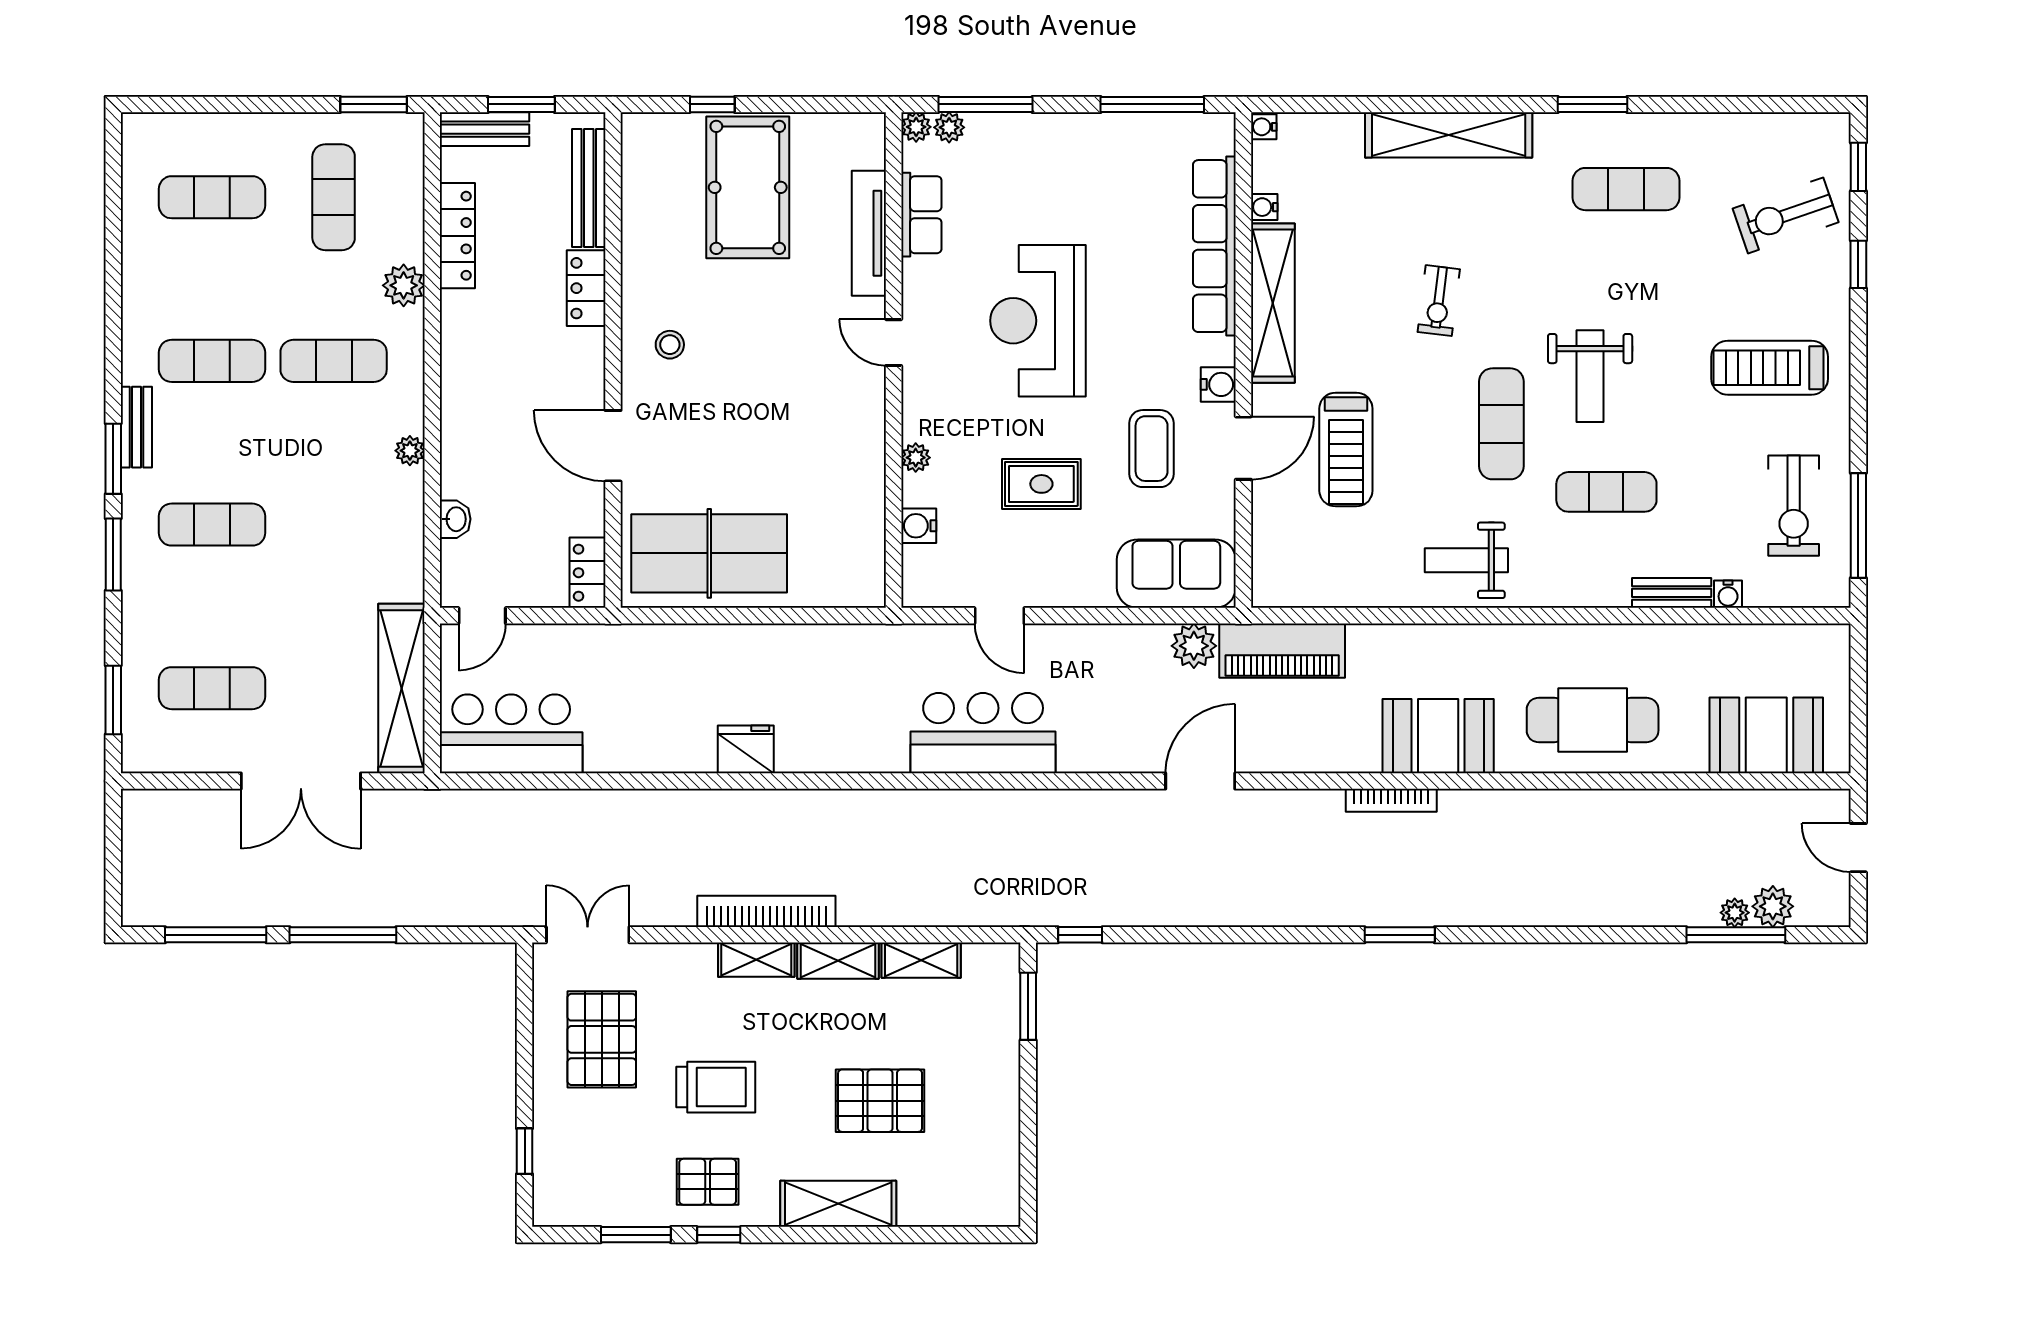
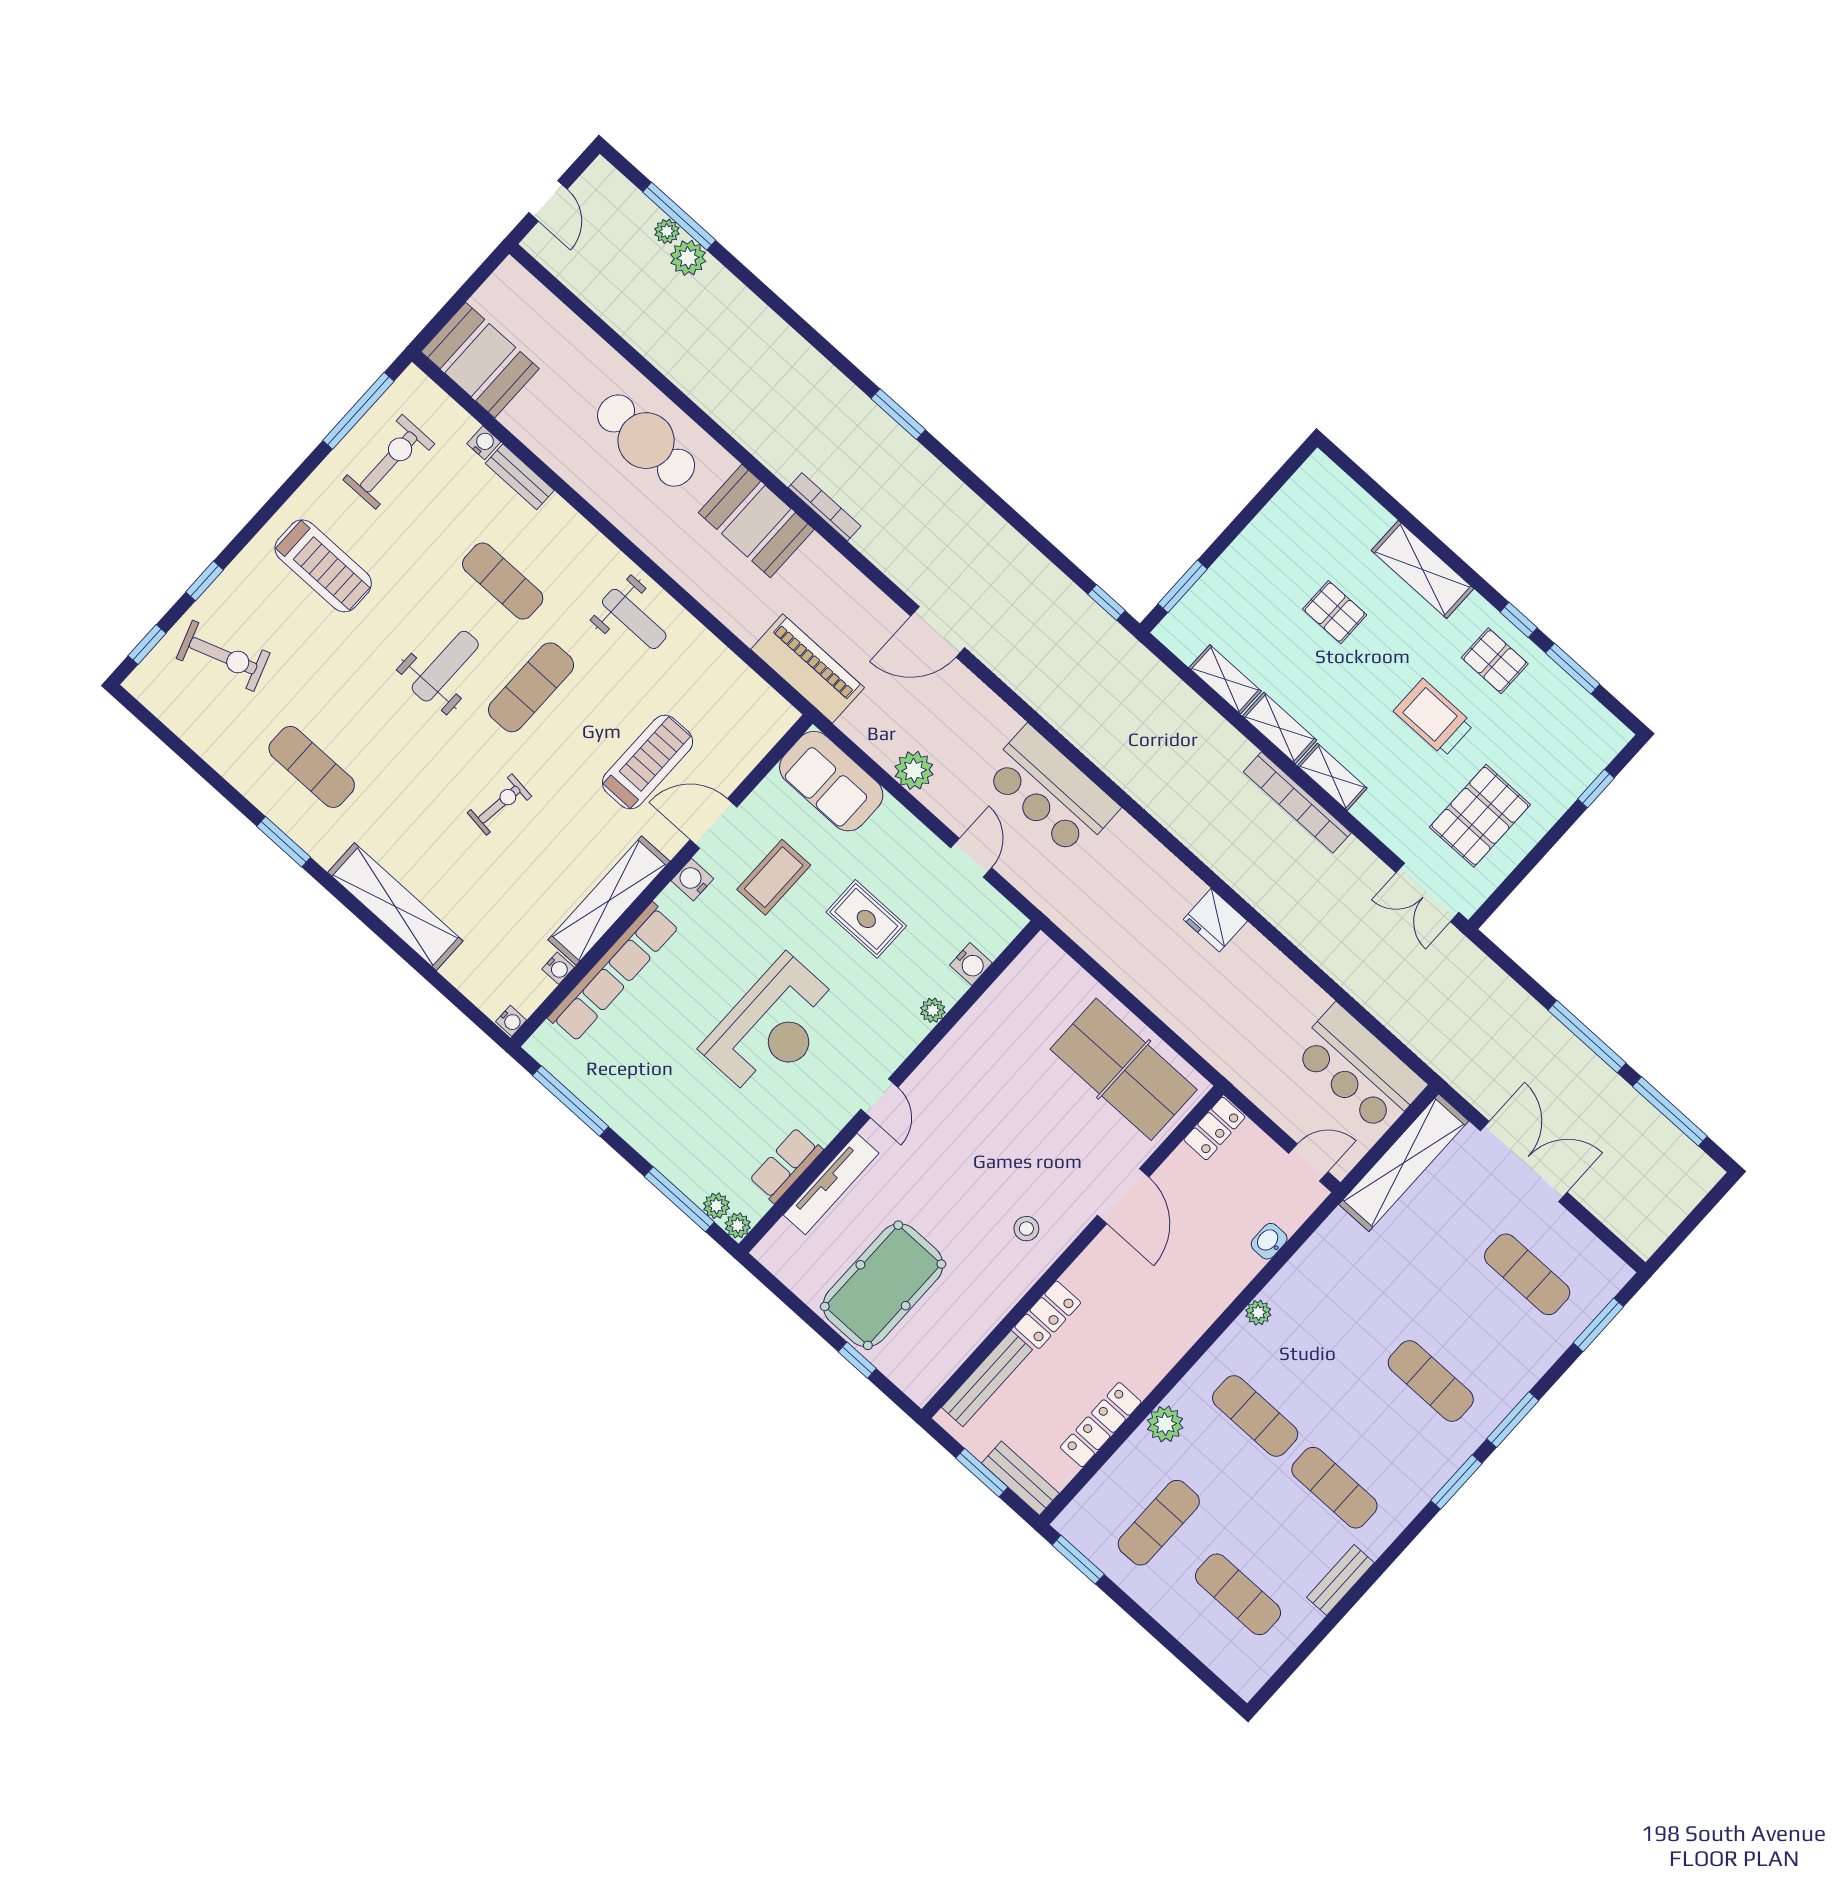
bench: (136, 427) -> (1340, 1580), moved
plant: (1194, 646) -> (914, 770), moved
booth: (1766, 735) -> (480, 360), moved
plant: (1773, 906) -> (688, 258), moved
pallet: (880, 1101) -> (1335, 612), width x0.67, depth x0.71

